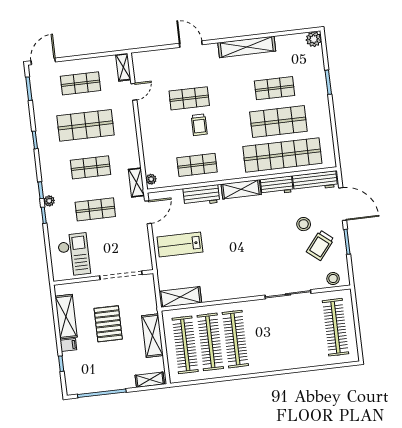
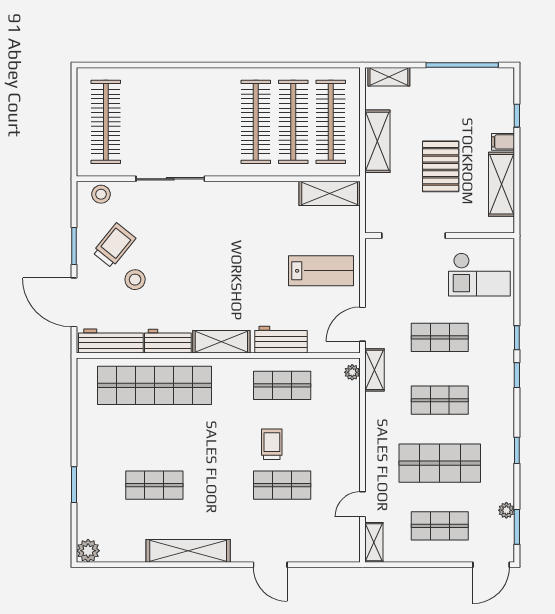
shop shelf: (278, 122) -> (154, 435), removed
plant: (49, 201) -> (506, 510), moved
checkout: (74, 255) -> (479, 274), turned -90

